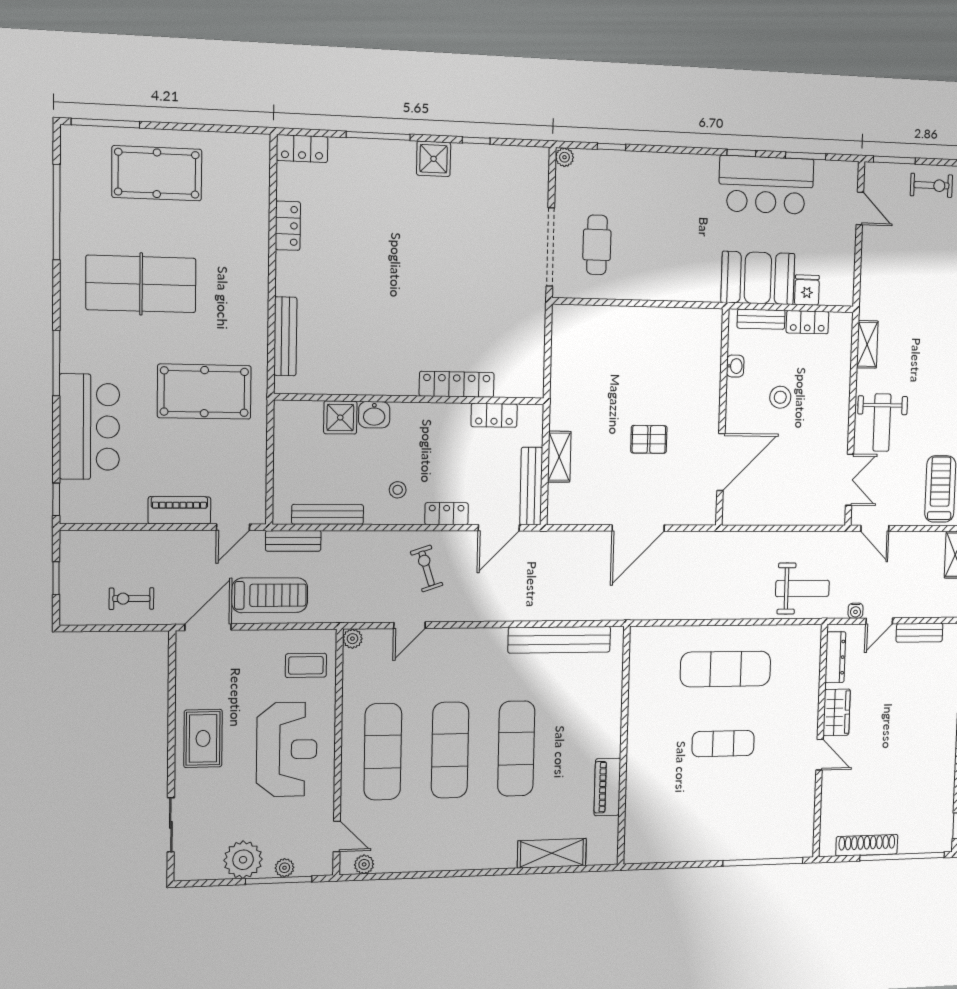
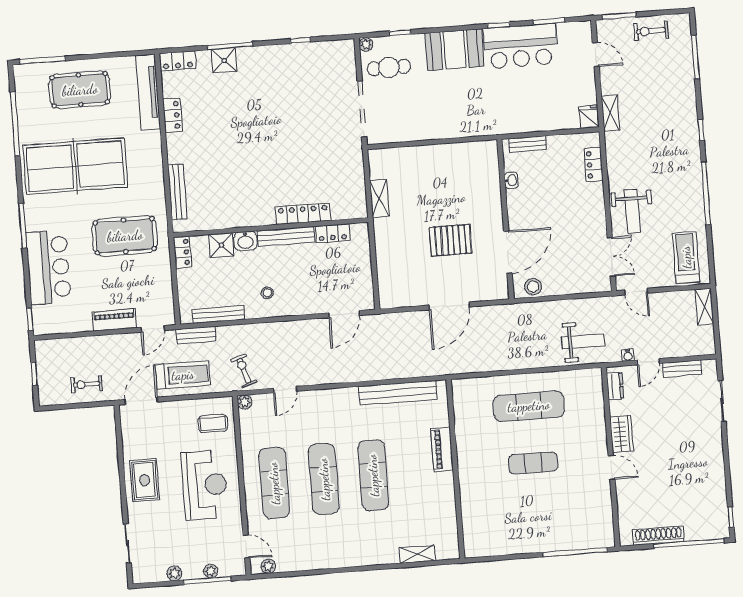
shower: (434, 159) -> (224, 60), moved
exercise bike: (931, 185) -> (651, 31), turned 180
tv unit: (256, 188) -> (148, 92), added
cafe table: (597, 245) -> (389, 68), moved, turned 90
booth: (758, 278) -> (455, 50), moved
table tennis table: (141, 284) -> (75, 166), width x1.36, depth x1.32
fridge: (807, 290) -> (589, 117), moved
locker: (807, 322) -> (594, 165), moved, turned 90
shelving: (867, 344) -> (610, 113), moved
stool: (780, 397) -> (533, 287), moved
pallet: (649, 439) -> (451, 240), width x1.50, depth x1.42
shelving: (559, 457) -> (379, 198), moved
bench: (531, 486) -> (286, 236), moved, turned 90
locker: (447, 514) -> (182, 252), moved, turned 90
exercise bike: (427, 568) -> (244, 371), moved
dresser: (835, 657) -> (615, 386), width x0.70
piano: (607, 787) -> (442, 449), moved
shelving: (552, 853) -> (417, 554), width x0.67, depth x0.75
plant: (243, 860) -> (174, 573), width x0.53, depth x0.53

